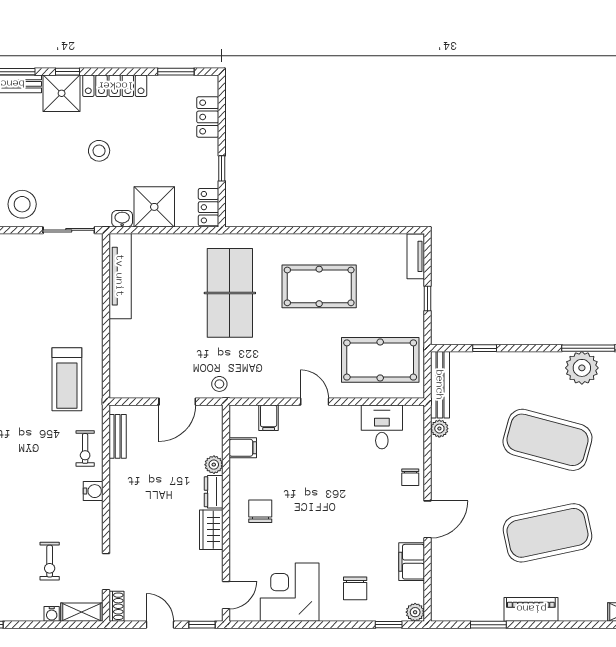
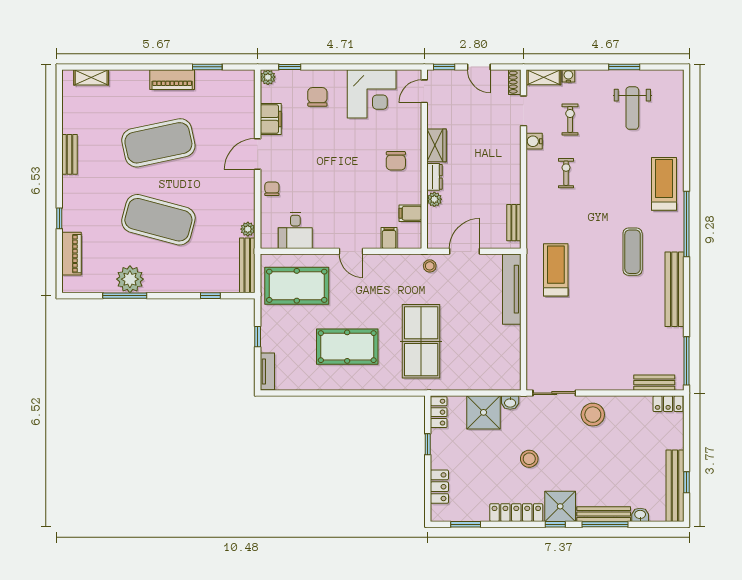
tv unit: (120, 276) -> (512, 289), moved
exercise bike: (85, 448) -> (566, 173), moved
water cooler: (93, 491) -> (534, 141), moved

